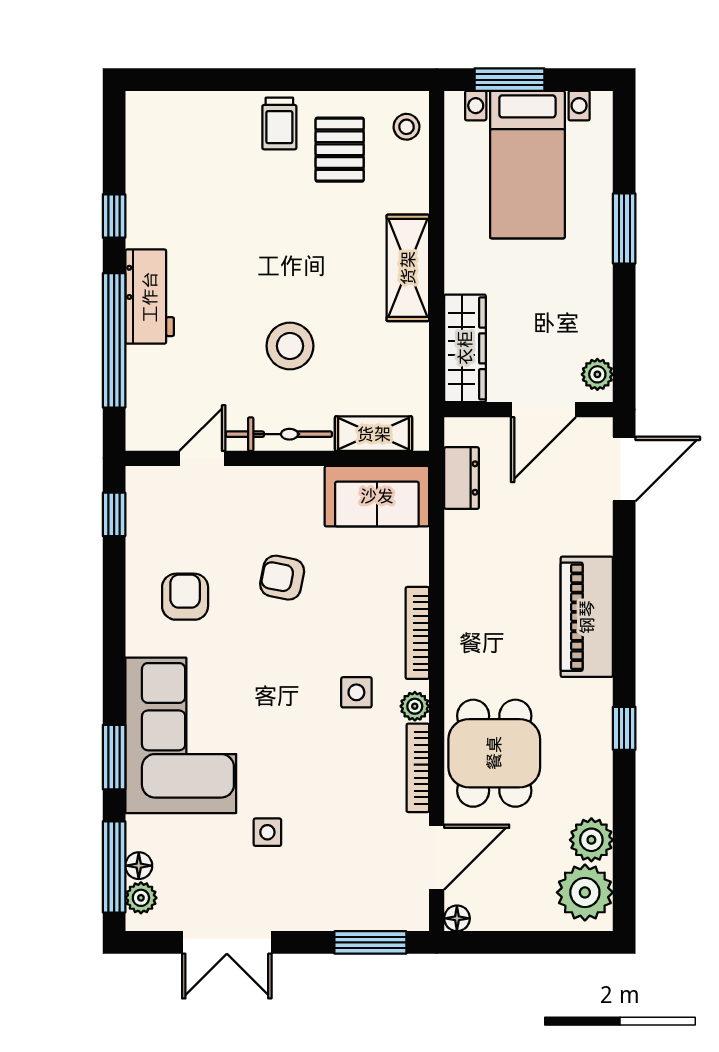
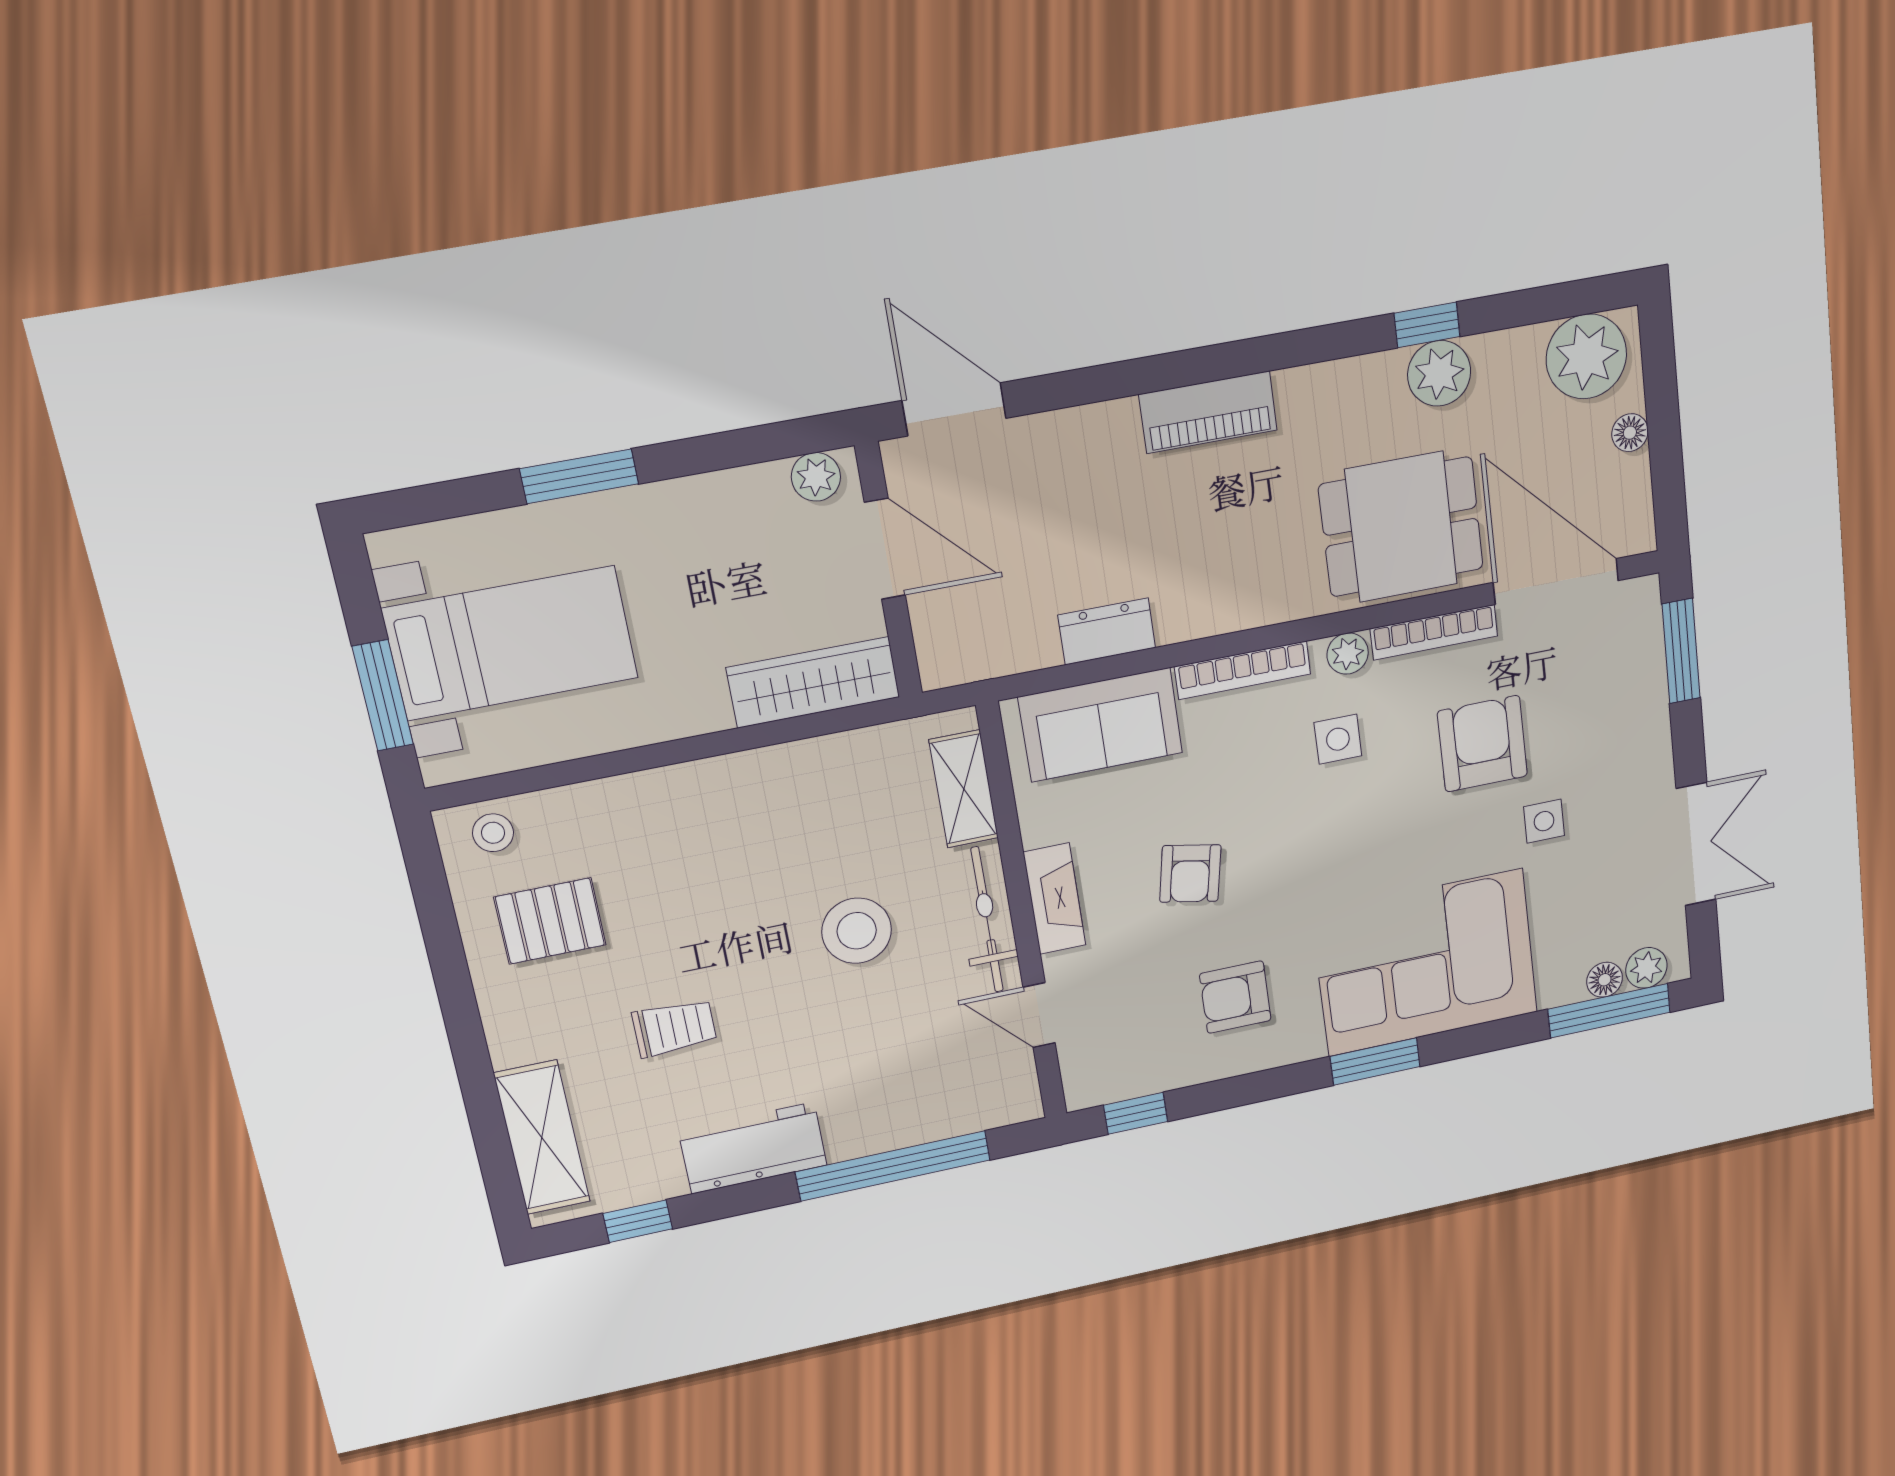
trolley: (279, 124) -> (674, 1028), moved
window: (114, 216) -> (638, 1221), moved
shelving: (408, 268) -> (542, 1138), moved, turned 90
workbench: (150, 297) -> (753, 1148), moved
dresser: (462, 478) -> (1107, 632), moved
fireplace: (284, 482) -> (1055, 899), added
sofa: (377, 496) -> (1101, 725), moved, turned 90
piano: (587, 617) -> (1208, 412), width x0.73, depth x0.75
window: (624, 728) -> (1427, 325), moved
window: (114, 757) -> (1375, 1061), moved
armchair: (333, 794) -> (1482, 744), added
plant: (591, 840) -> (1439, 373), moved
door: (437, 857) -> (1556, 581), width x1.36
floor lamp: (457, 918) -> (1630, 433), moved

